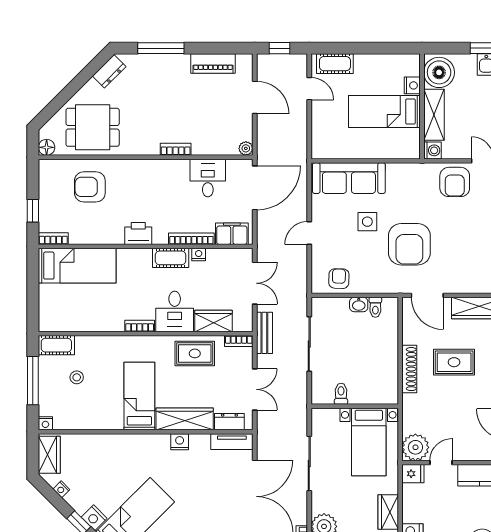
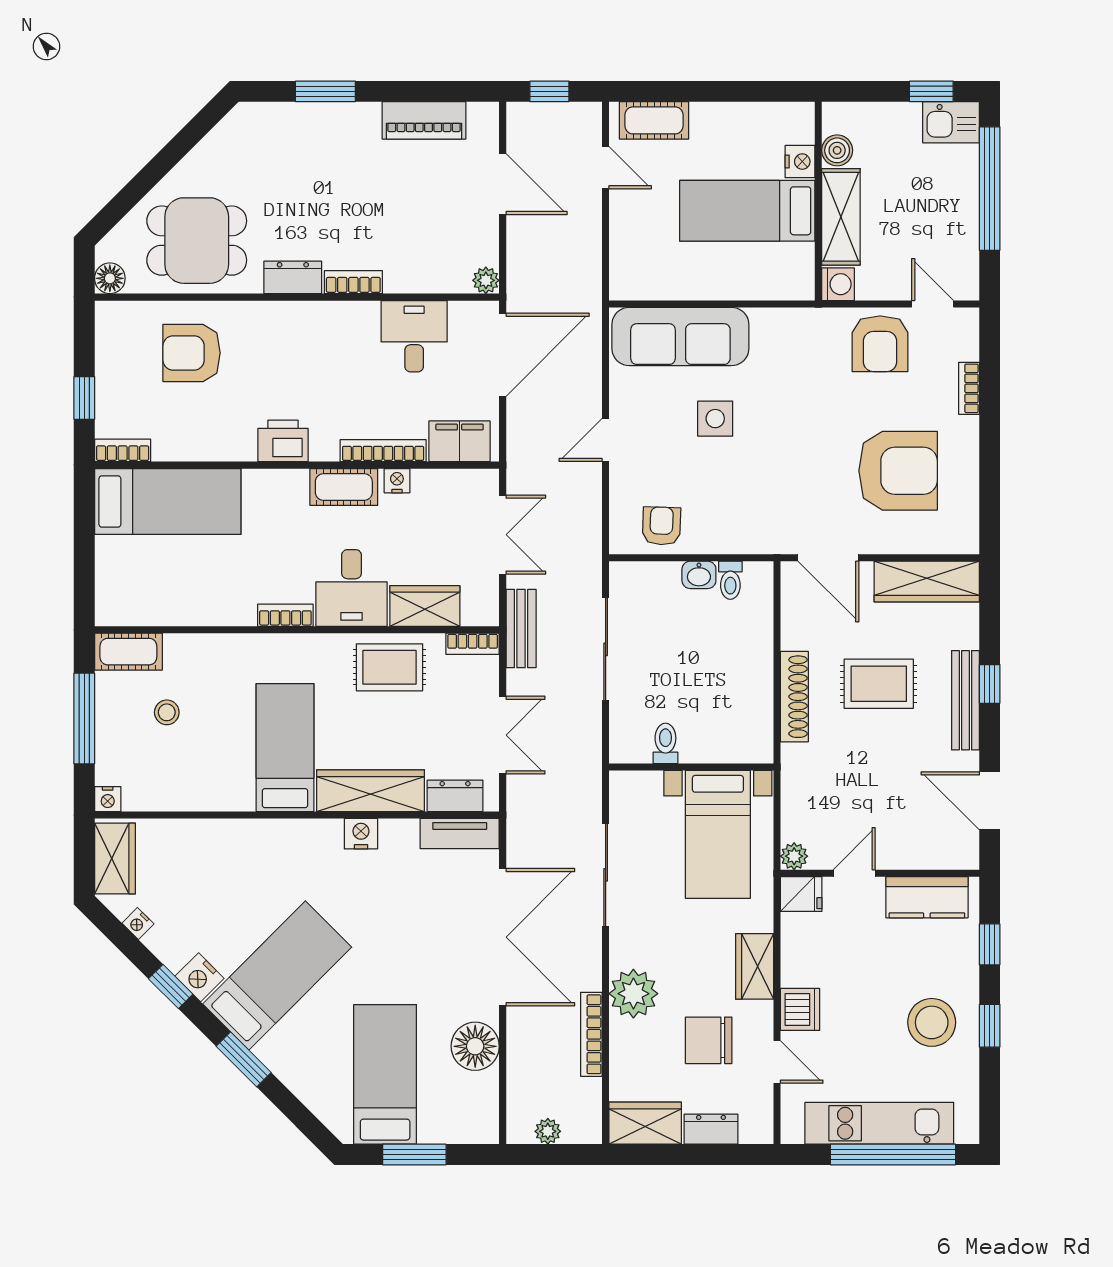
window: (161, 48) -> (325, 91), width x0.69
dresser: (109, 71) -> (293, 277), moved, turned -135
boiler: (439, 72) -> (837, 150), width x0.54, depth x0.54
armchair: (409, 244) -> (898, 471), moved, turned -90
plant: (415, 447) -> (794, 856), width x0.53, depth x0.53

